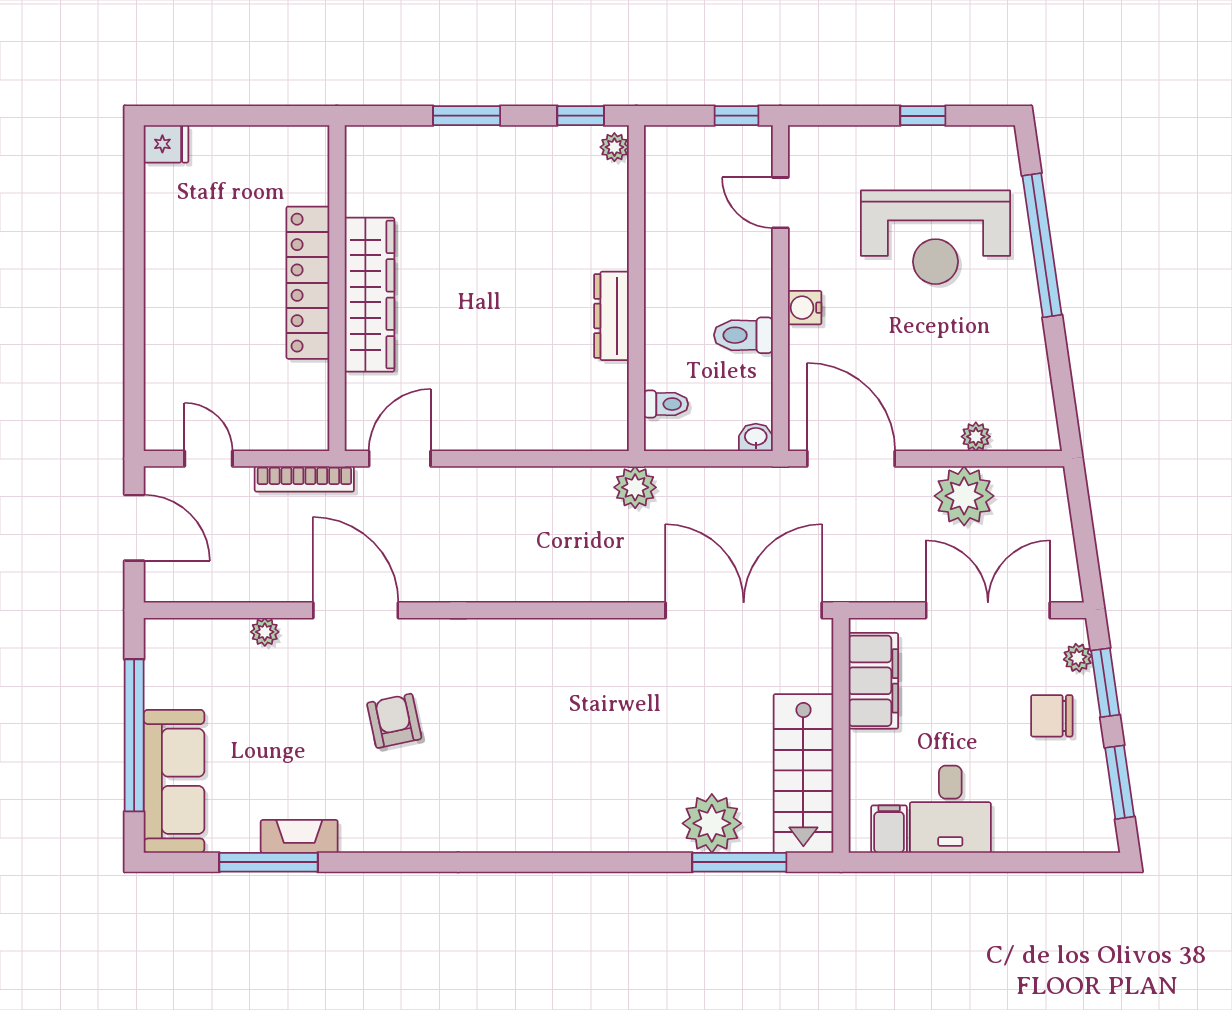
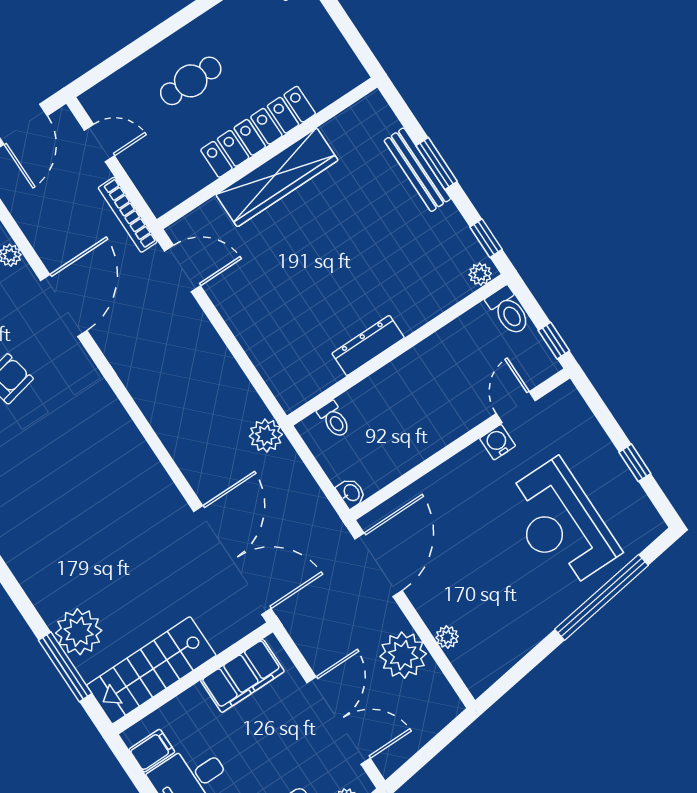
bench: (460, 140) -> (417, 170), added
water cooler: (805, 308) -> (498, 442), moved
cafe table: (207, 318) -> (191, 81), added
toilet: (743, 335) -> (508, 311), moved, turned 180
door: (208, 459) -> (99, 143), hinge flipped

